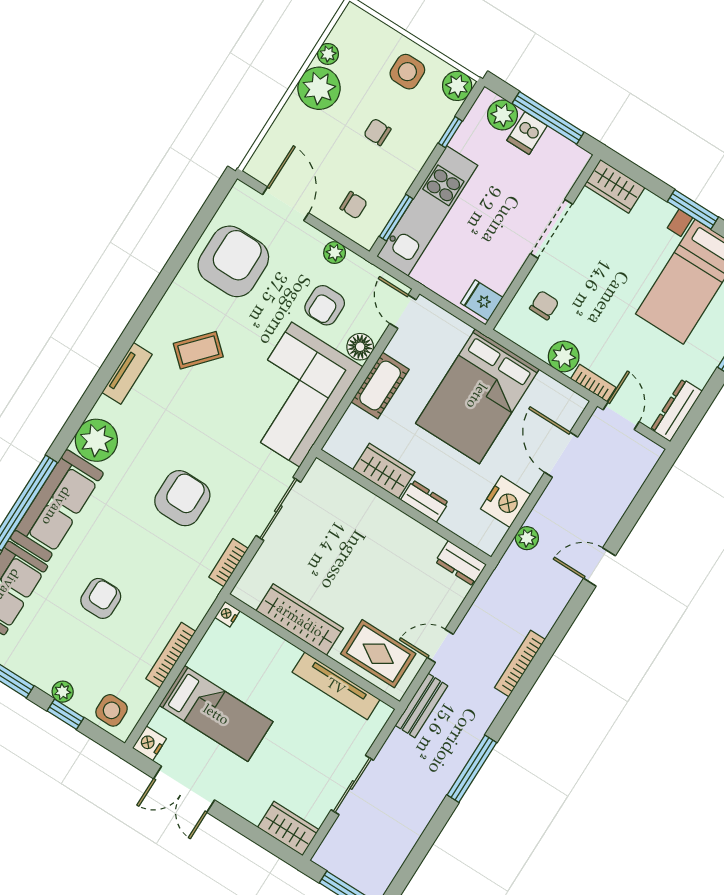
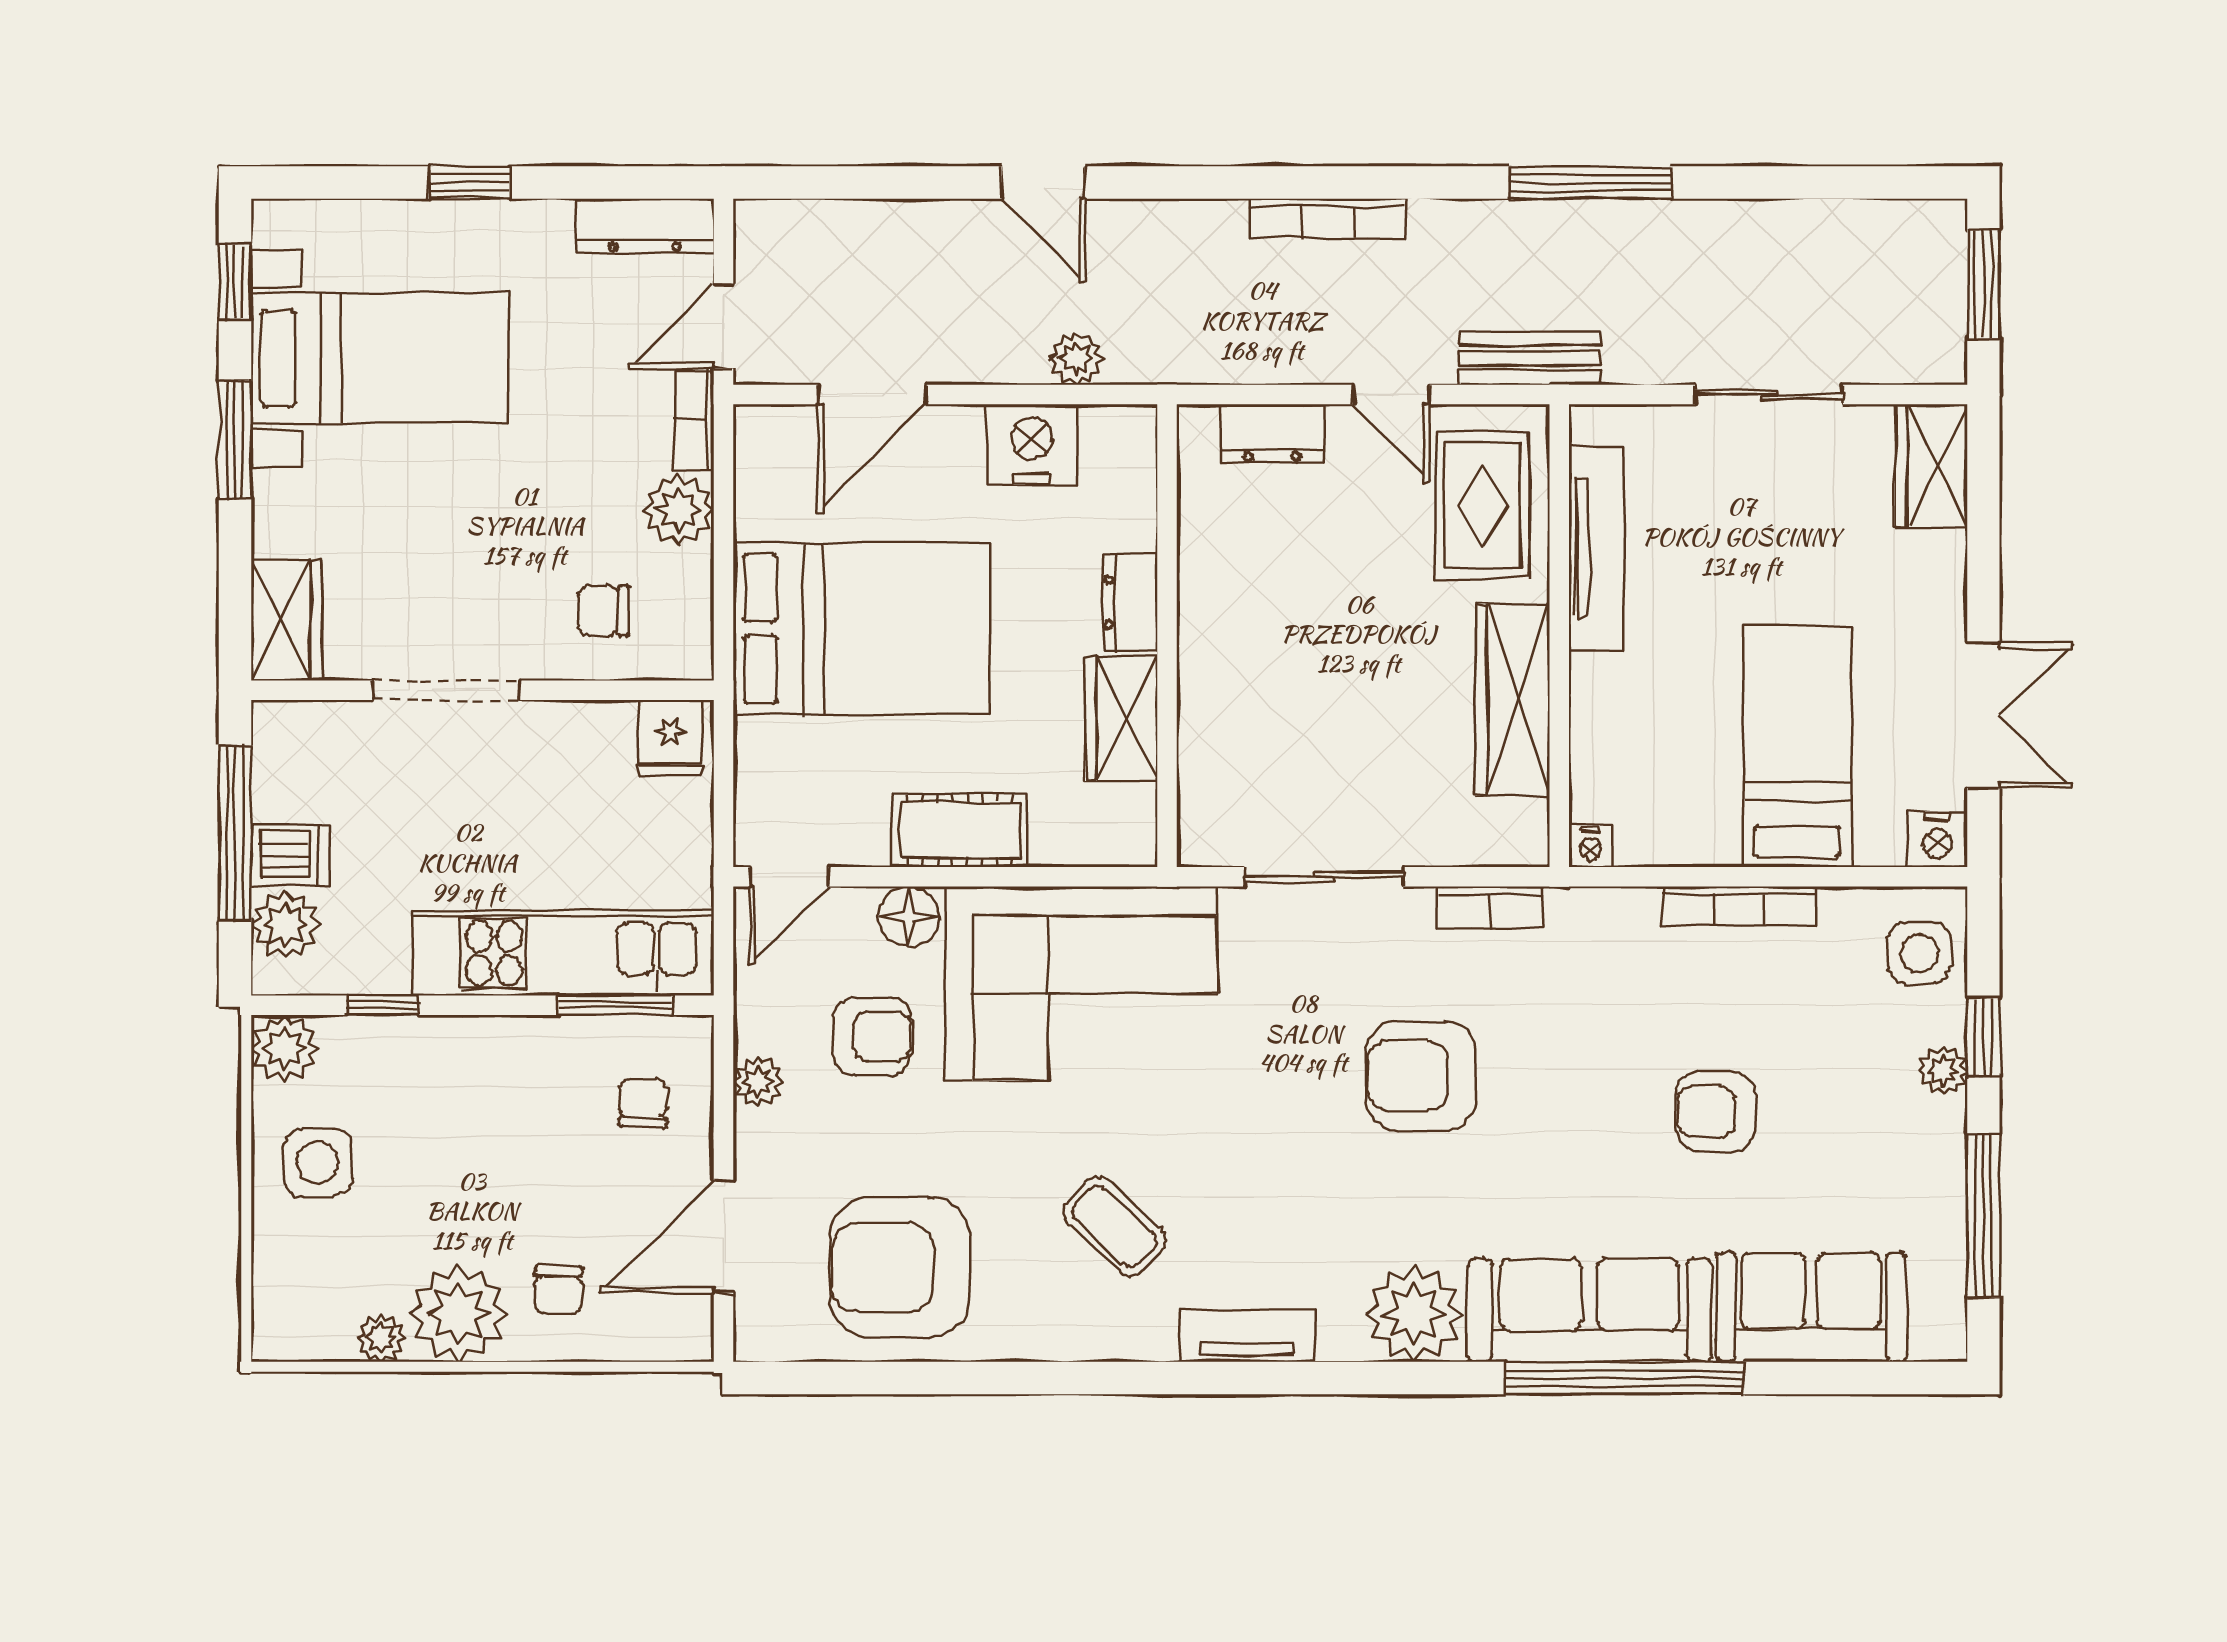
chair: (377, 132) -> (558, 1290), moved
dresser: (461, 563) -> (1272, 434), moved, turned 90

